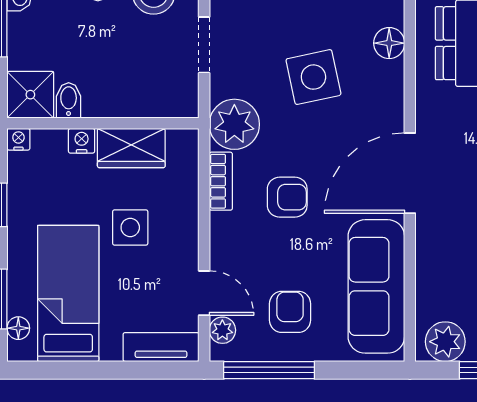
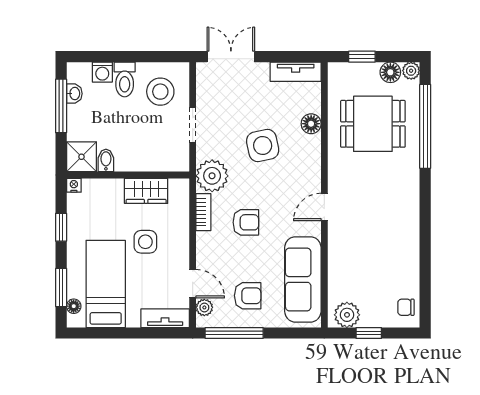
nightstand: (82, 141) -> (114, 186), removed
door: (410, 173) -> (324, 207), width x0.53
armchair: (290, 312) -> (248, 296), turned 90

